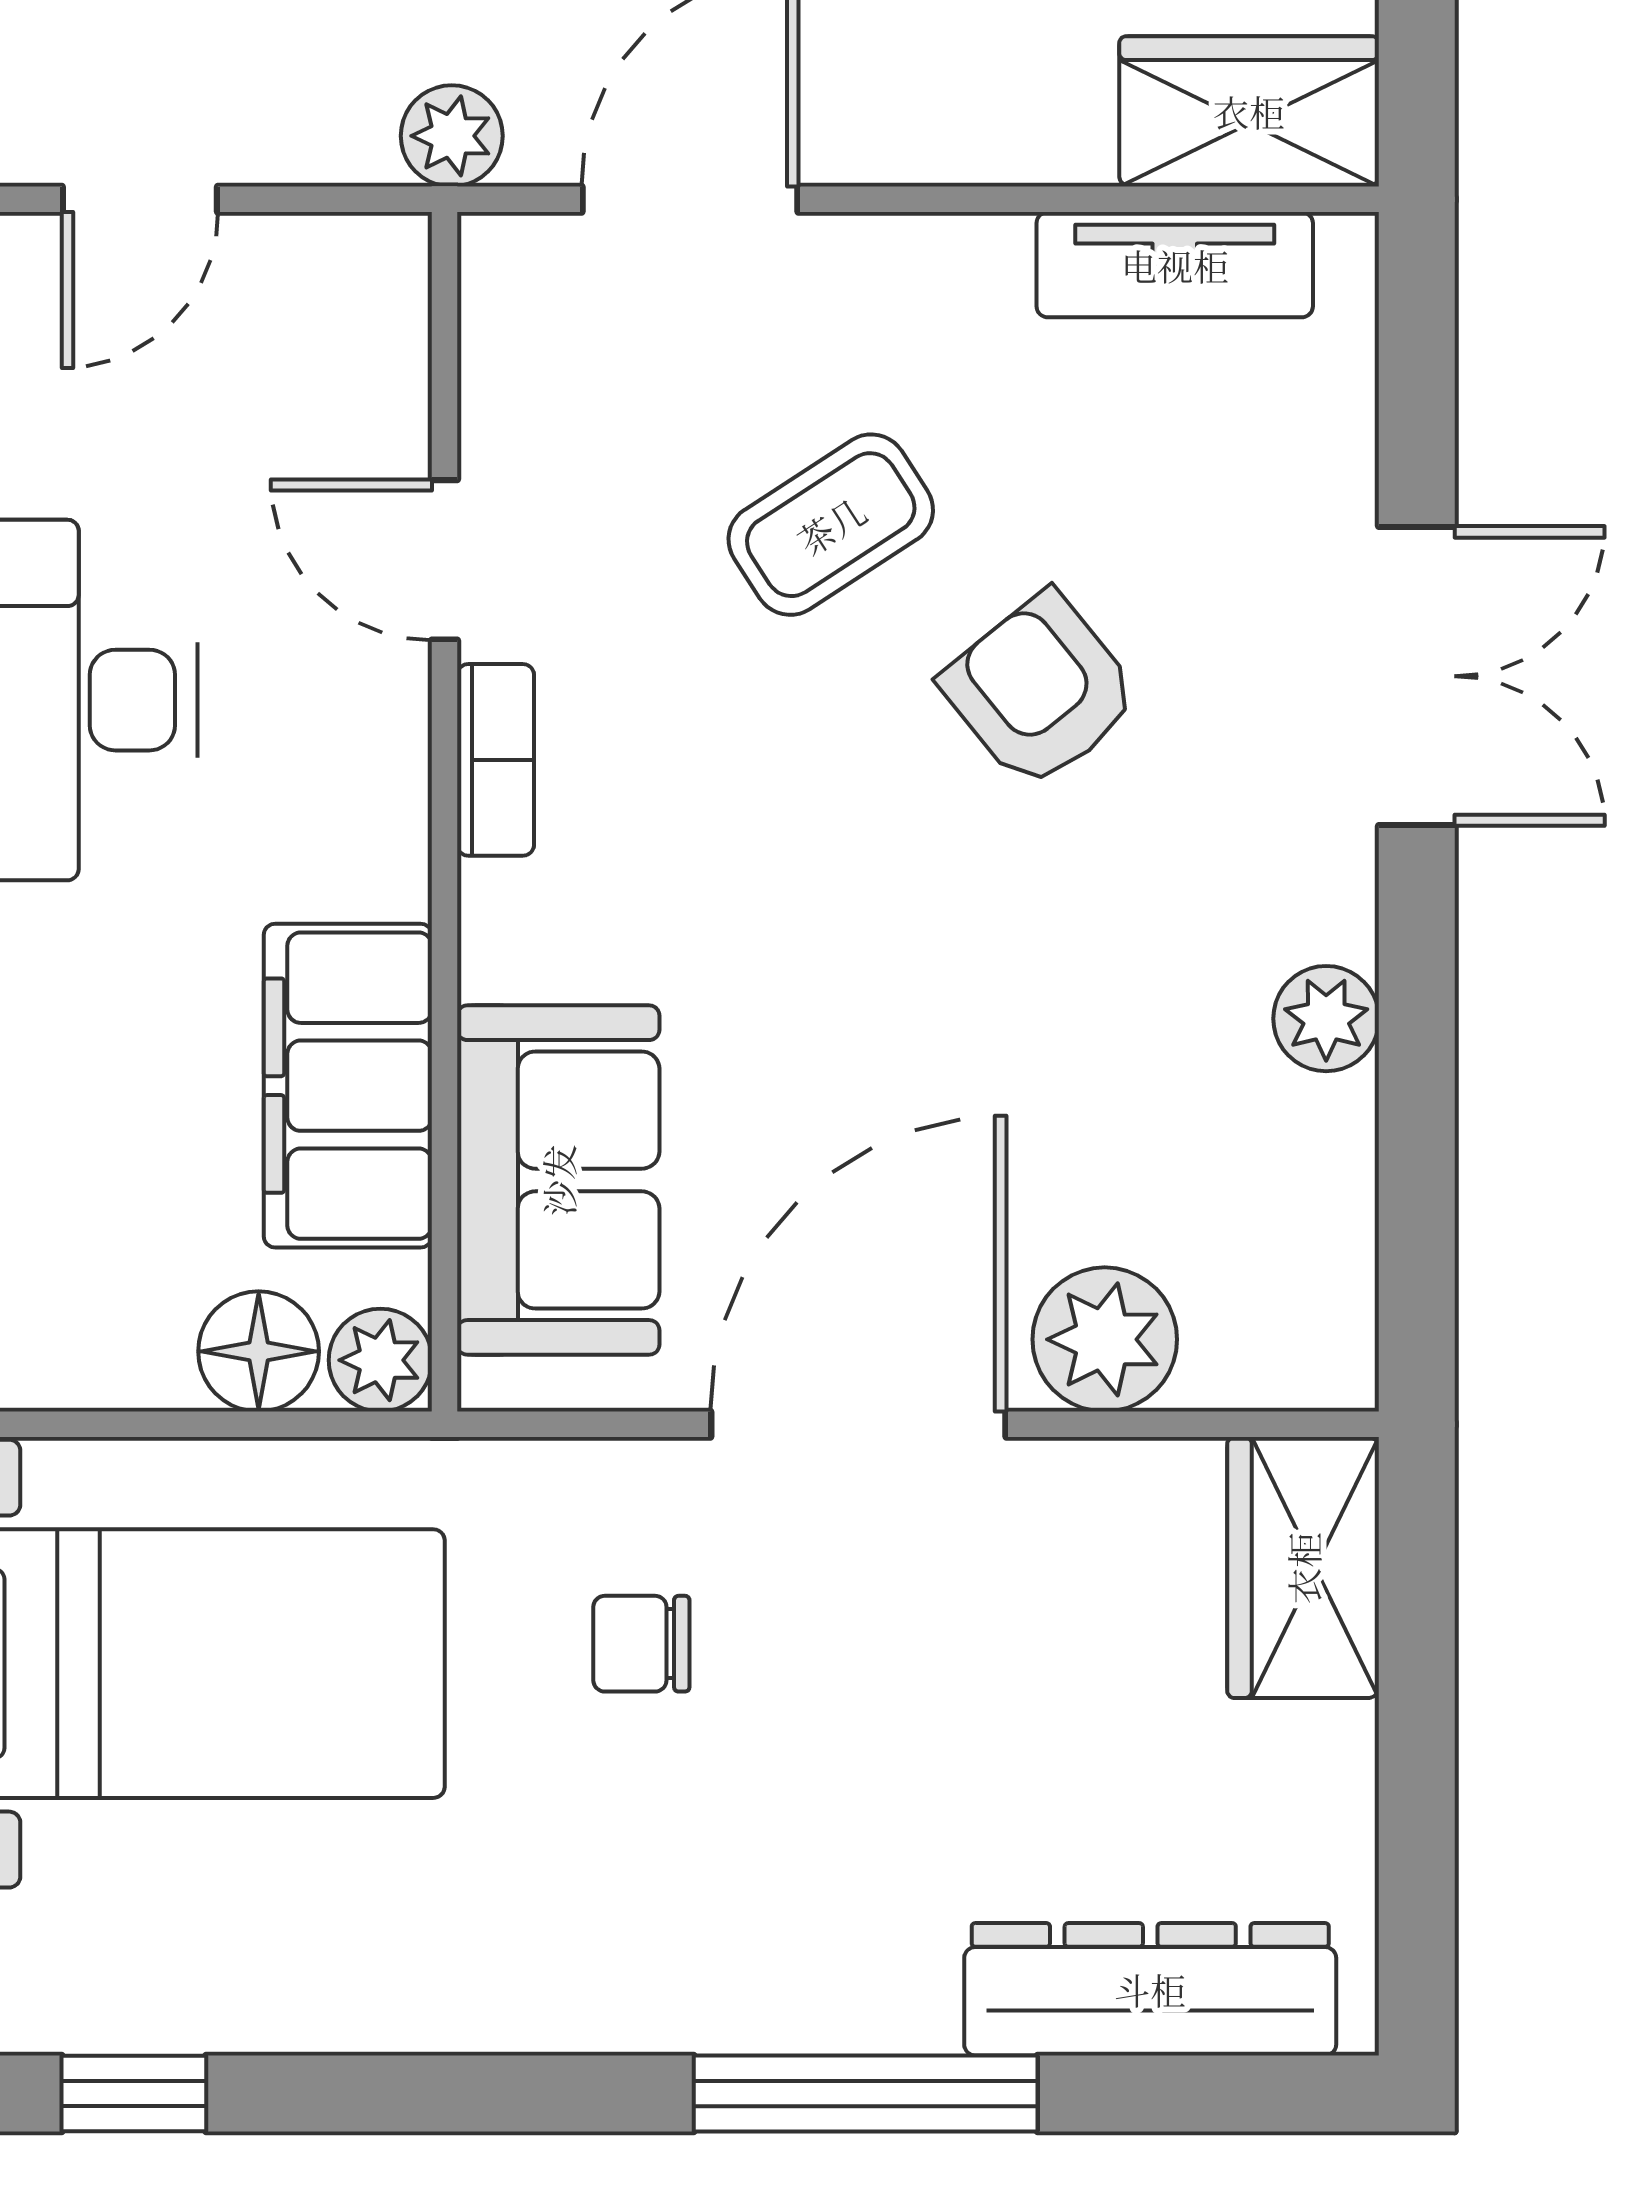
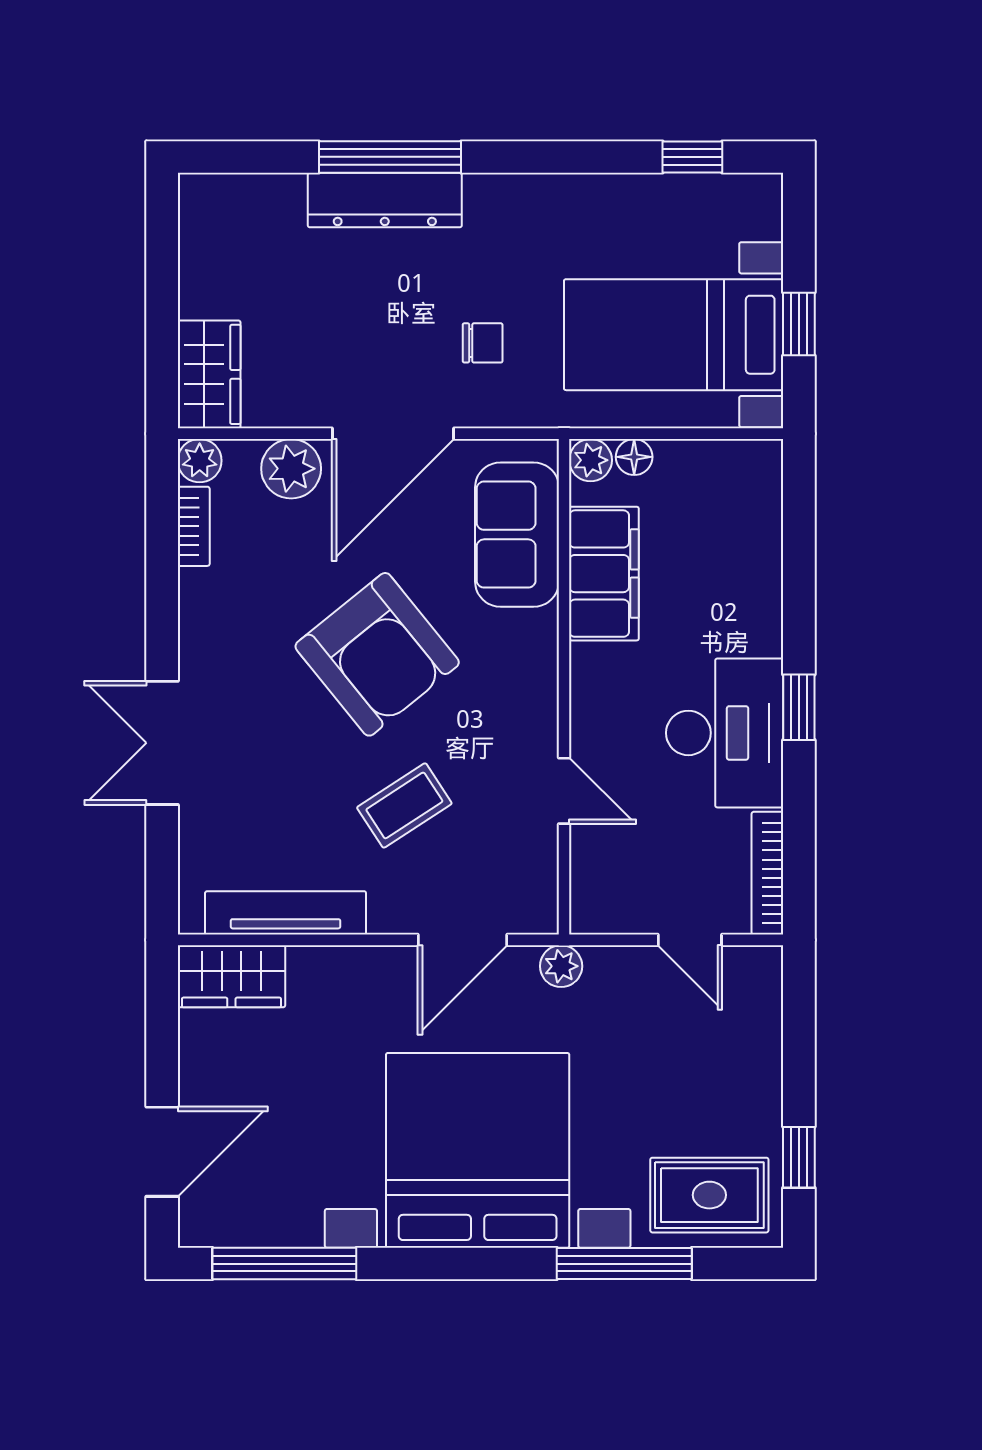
door: (140, 199) -> (690, 940), swing flipped
tv unit: (1175, 265) -> (286, 913), width x1.41
armchair: (1040, 691) -> (377, 654), moved, width x1.88, depth x1.88
bookcase: (496, 760) -> (194, 526), moved, turned 180
plant: (1326, 1019) -> (200, 461), moved
floor lamp: (259, 1351) -> (634, 457), width x0.73, depth x0.73
dresser: (1150, 1989) -> (385, 200), moved

